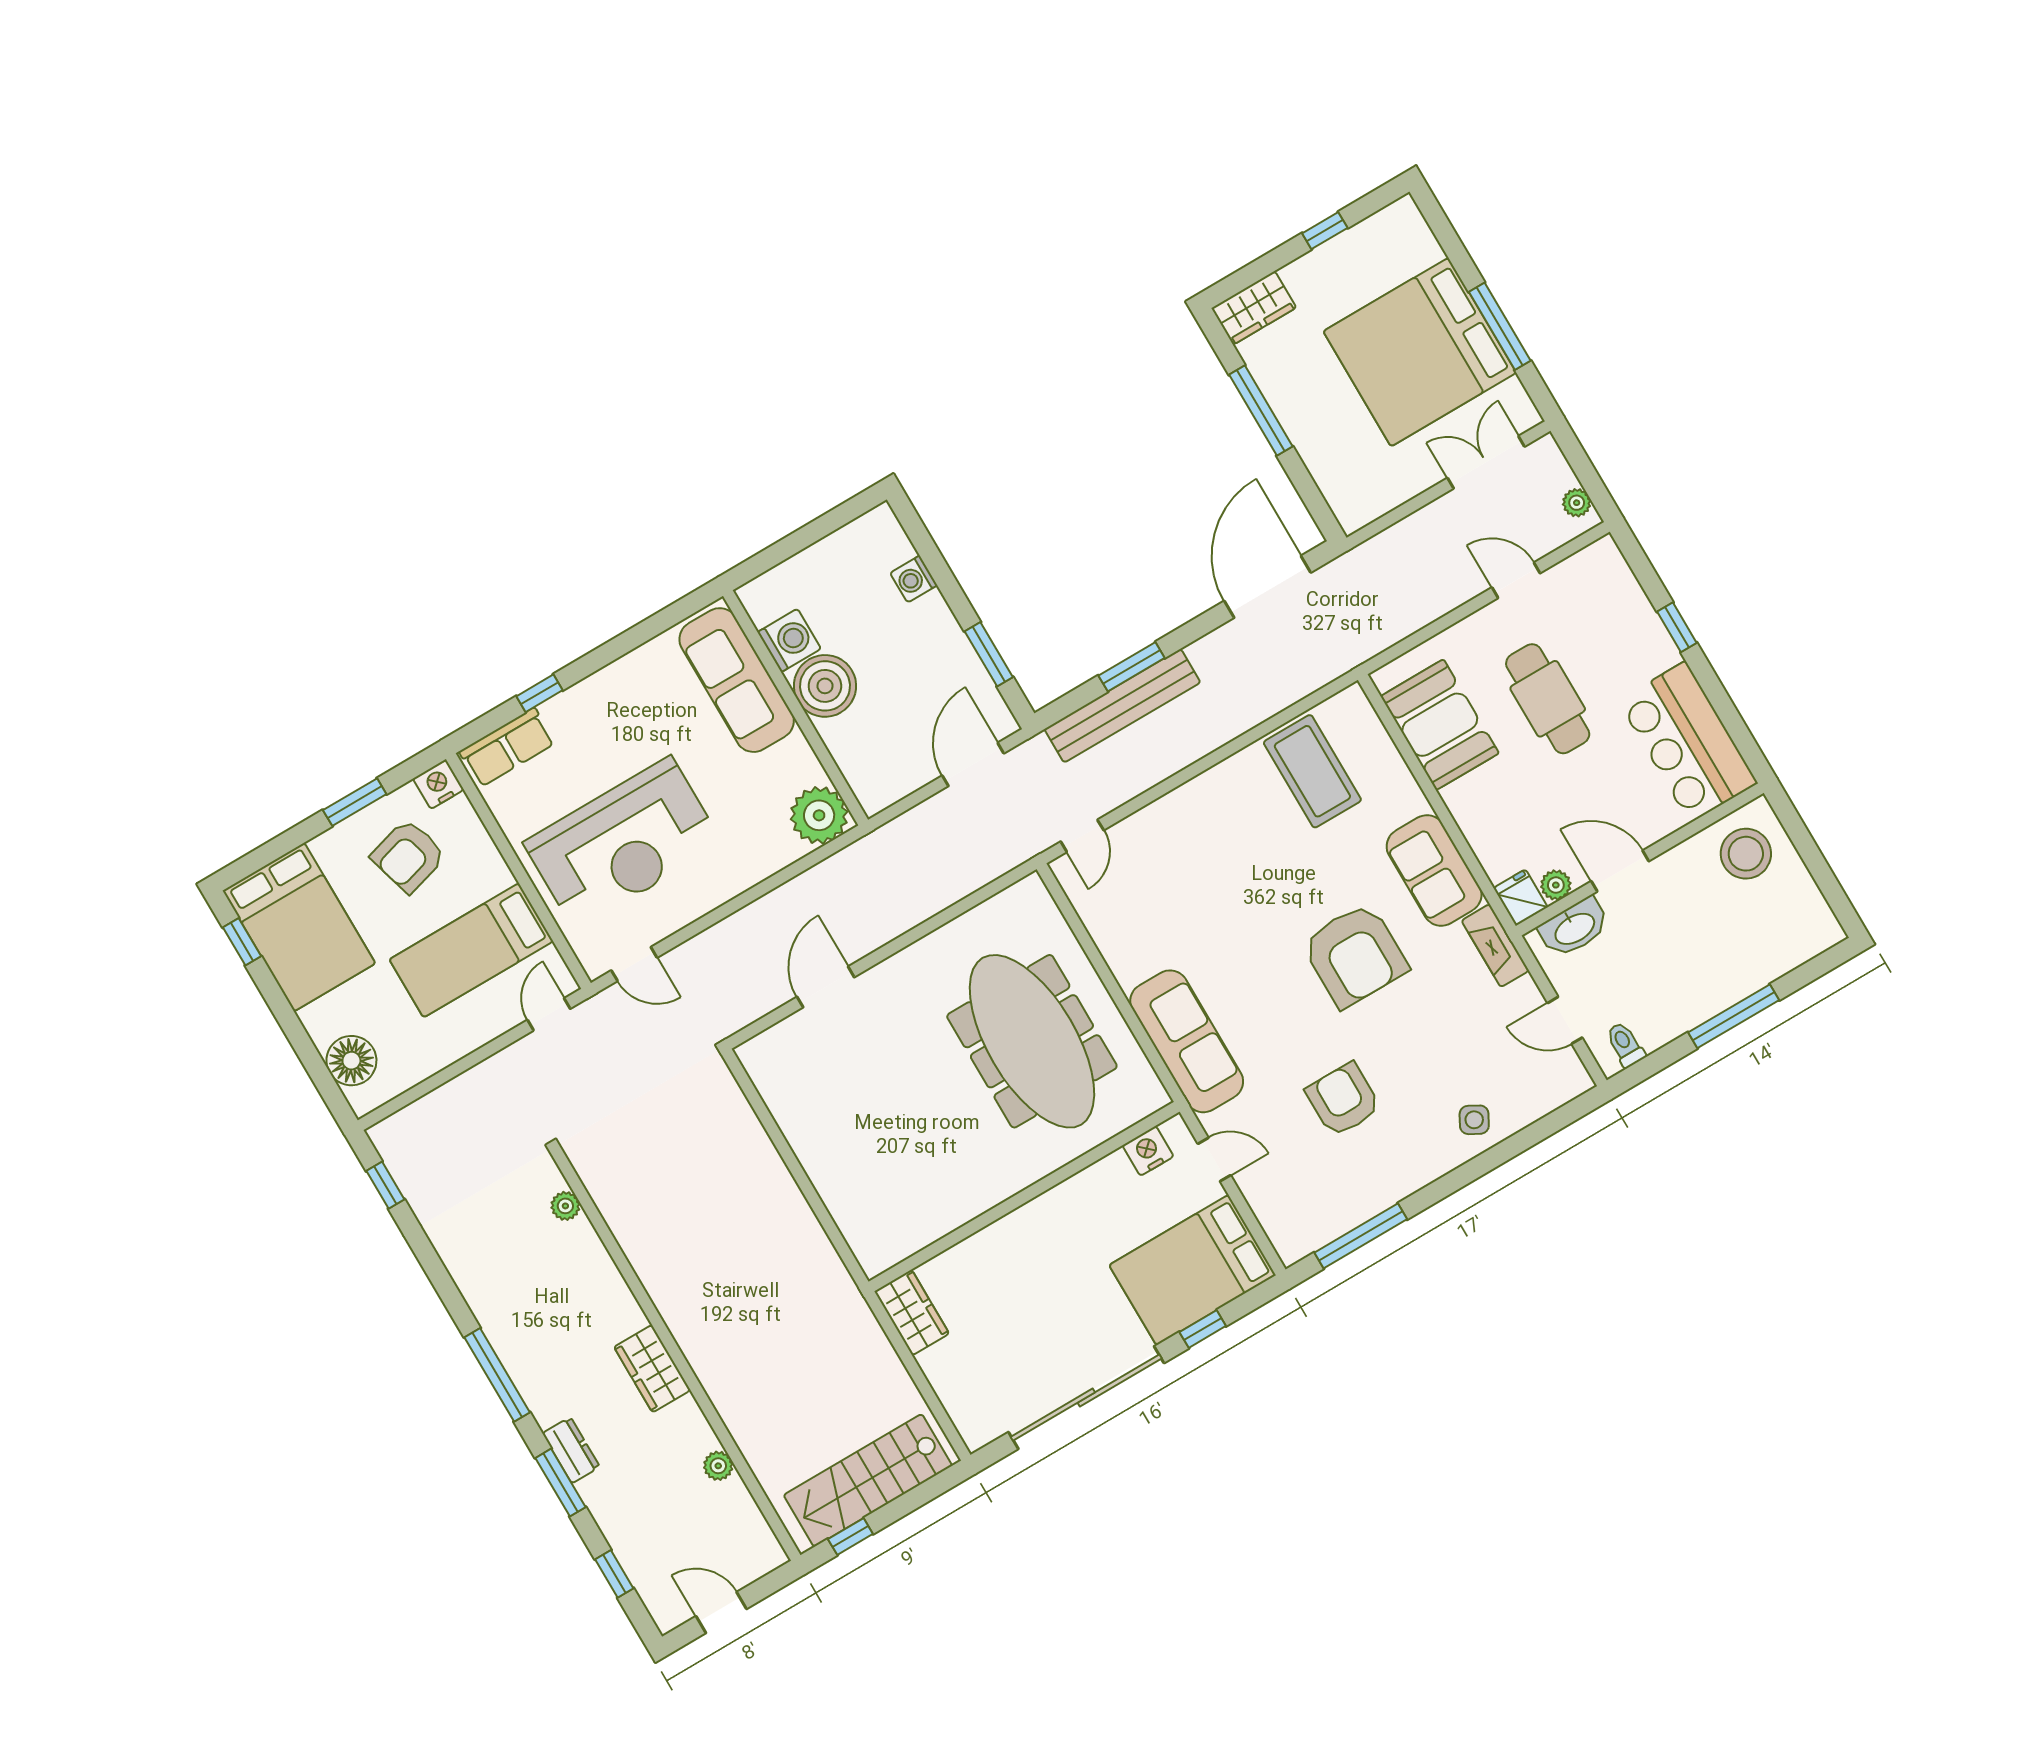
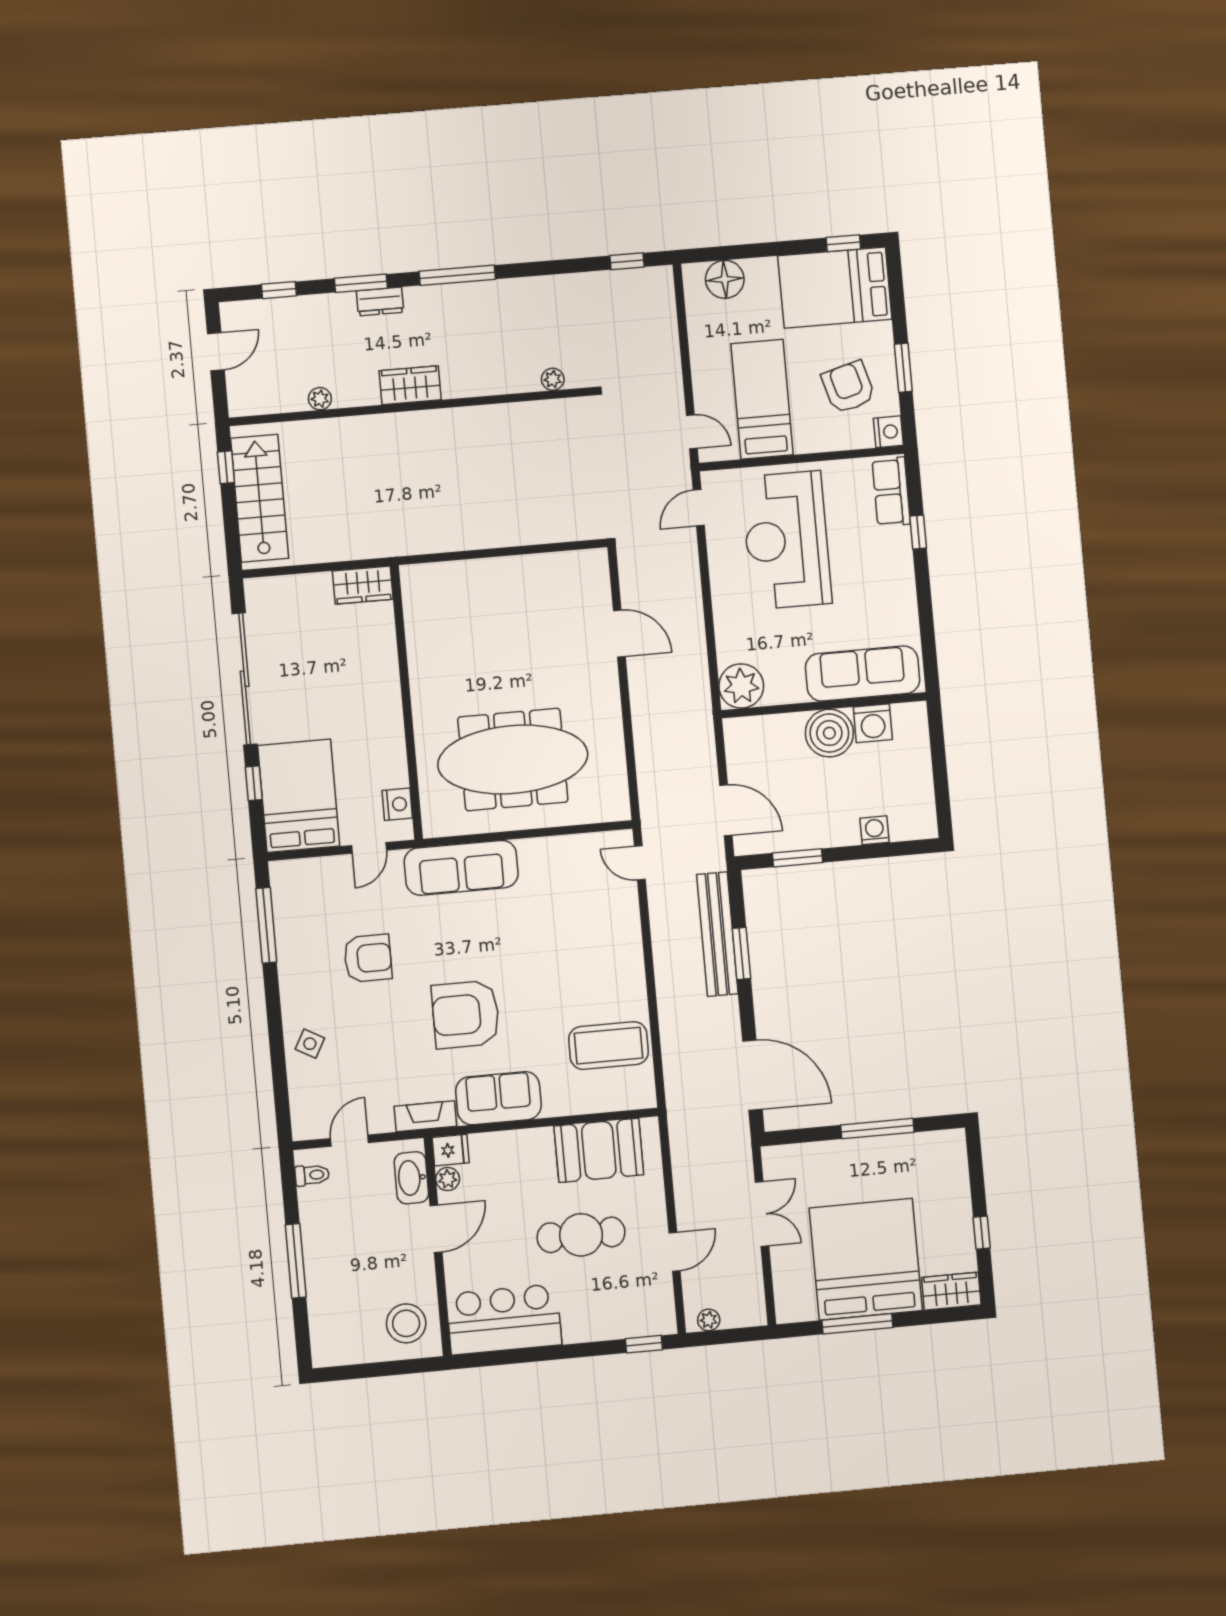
wardrobe: (1254, 308) -> (951, 1291), moved, turned 90
double door: (1486, 462) -> (762, 1214), moved
window: (1677, 627) -> (644, 1344), moved

